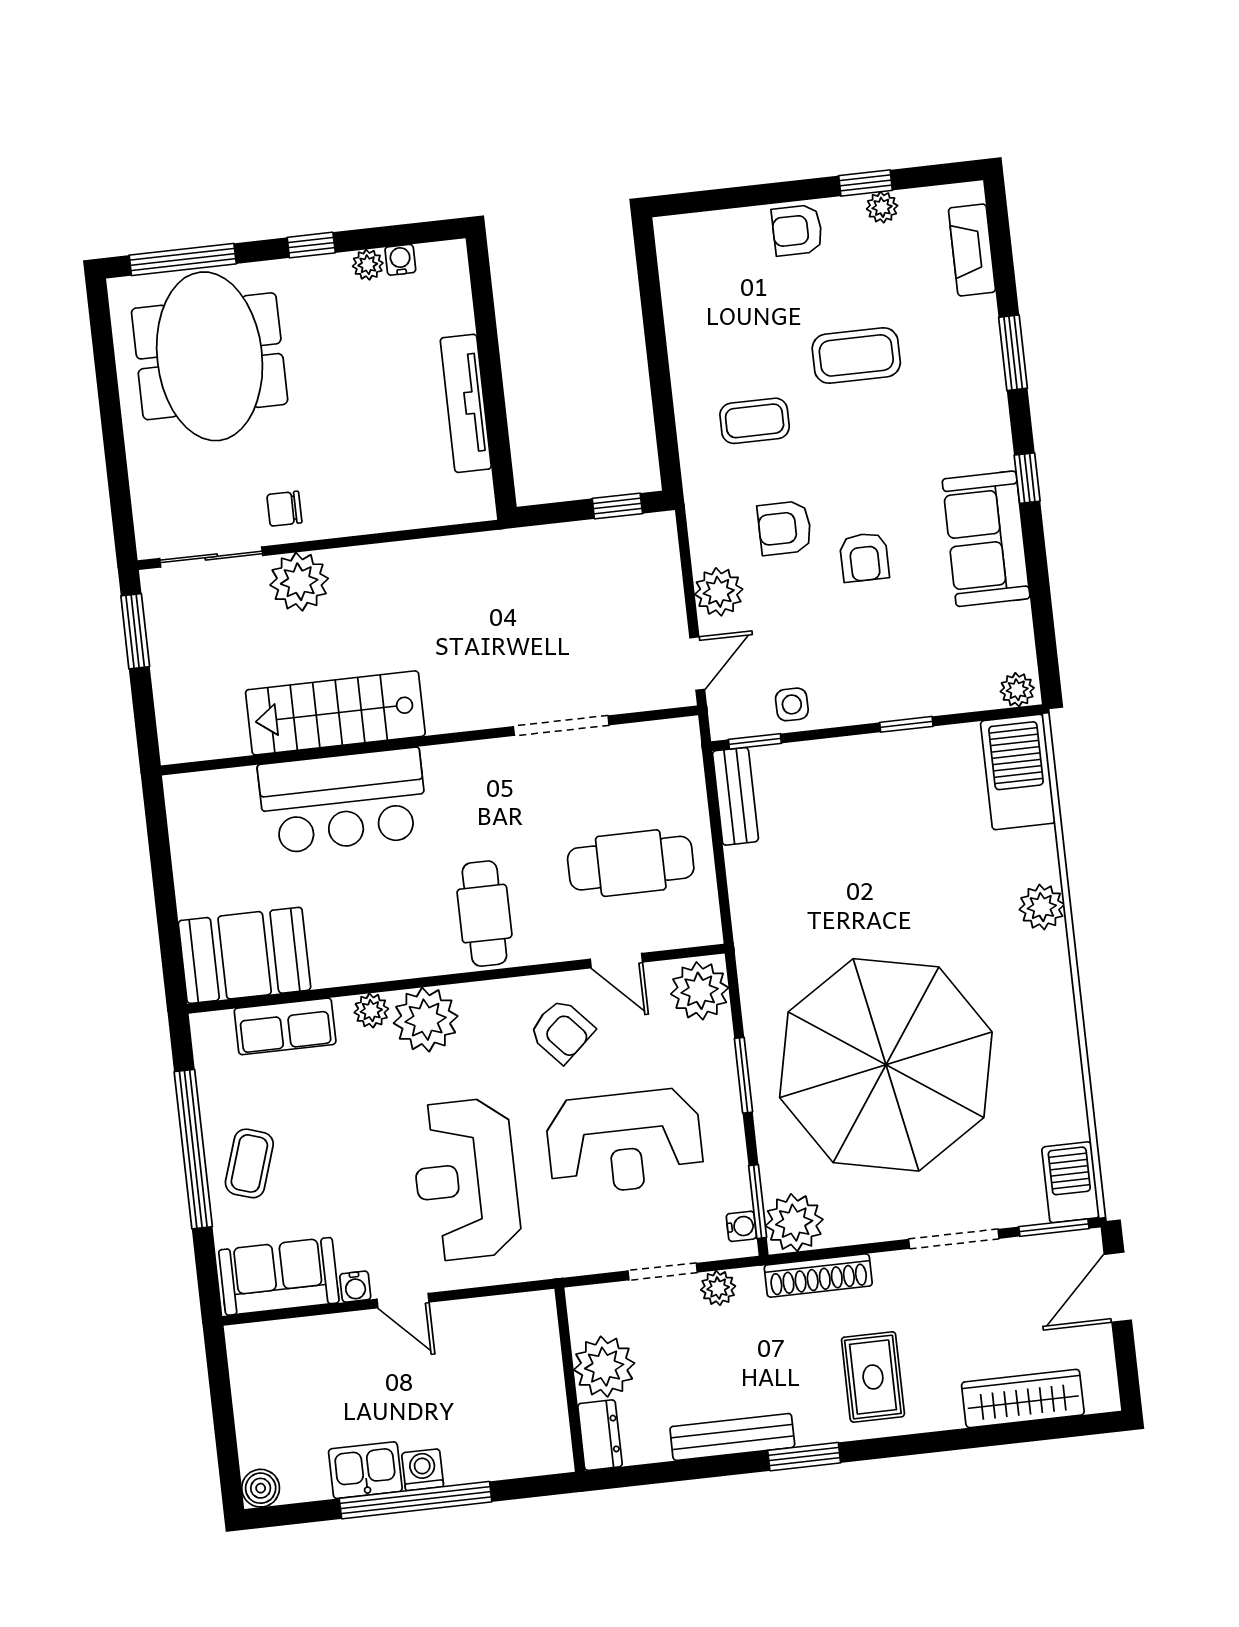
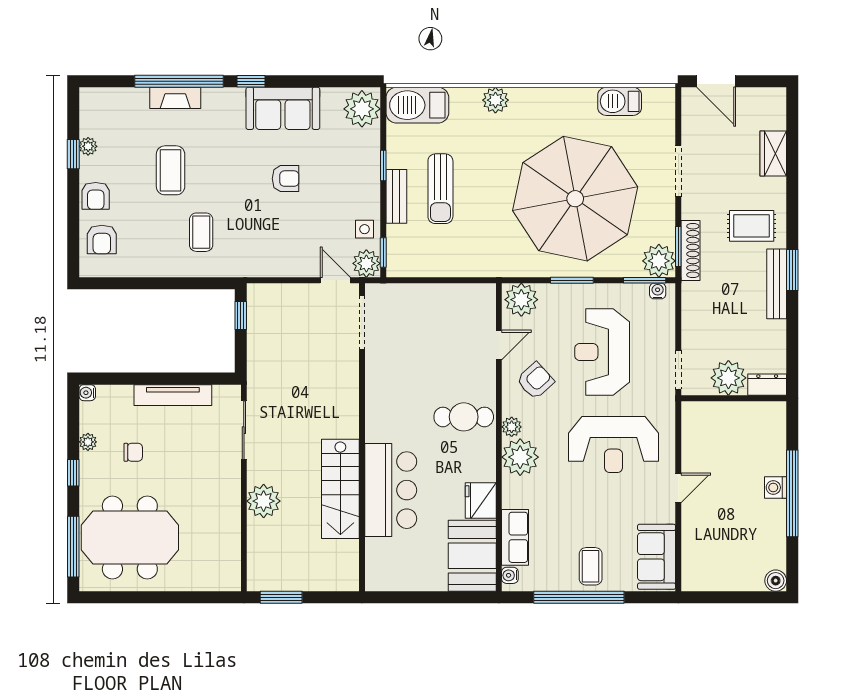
fireplace: (972, 250) -> (175, 98), moved
water cooler: (400, 260) -> (87, 393), moved
window: (1013, 353) -> (179, 81), width x2.11
chair: (284, 509) -> (133, 452), moved, turned -90
armchair: (785, 528) -> (102, 240), moved
sliding door: (211, 557) -> (244, 430), moved
plant: (719, 592) -> (366, 263), moved
plant: (1017, 690) -> (362, 109), width x1.87, depth x1.87
doorway: (561, 726) -> (362, 322), moved
bench: (735, 796) -> (396, 196), moved, turned 90
sun lounger: (877, 829) -> (440, 189), added
cafe table: (631, 863) -> (444, 331), removed
fridge: (342, 959) -> (481, 501), added
plant: (371, 1011) -> (512, 427), moved
reception desk: (624, 1142) -> (602, 352), turned 180
coffee table: (249, 1163) -> (591, 566), turned 72
barbecue: (1071, 1182) -> (620, 101), moved
window: (1054, 1228) -> (678, 247), moved
doorway: (663, 1272) -> (678, 370), moved
water cooler: (355, 1287) -> (510, 575), moved, turned 180
plant: (718, 1288) -> (691, 308), removed
wardrobe: (1023, 1399) -> (773, 153), width x0.67
bench: (732, 1437) -> (777, 284), moved
kitchen sink: (365, 1470) -> (772, 520), removed

